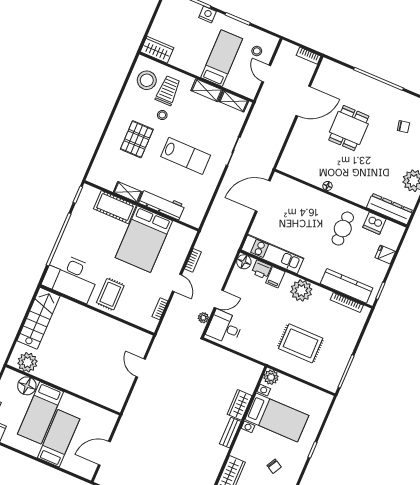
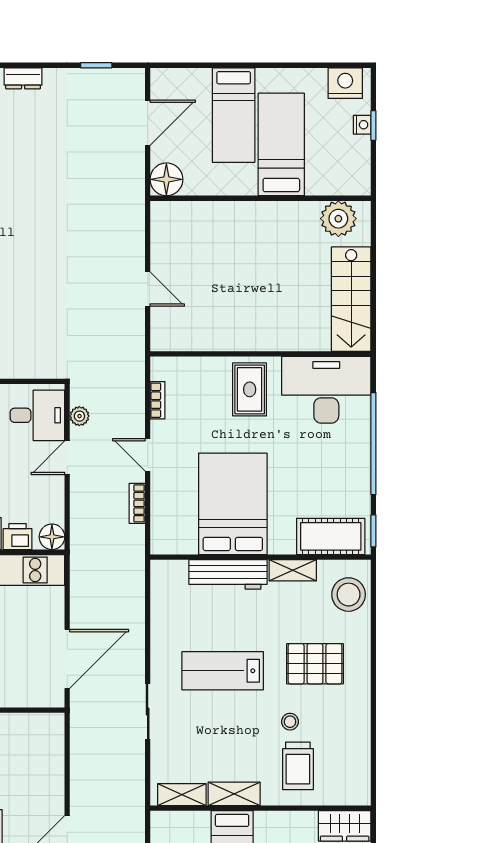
stool: (147, 80) -> (349, 595), moved
pallet: (137, 139) -> (315, 664), turned 90
cot: (115, 207) -> (331, 536), moved
floor lamp: (27, 386) -> (166, 179), moved

